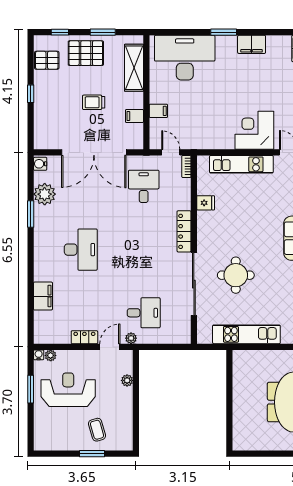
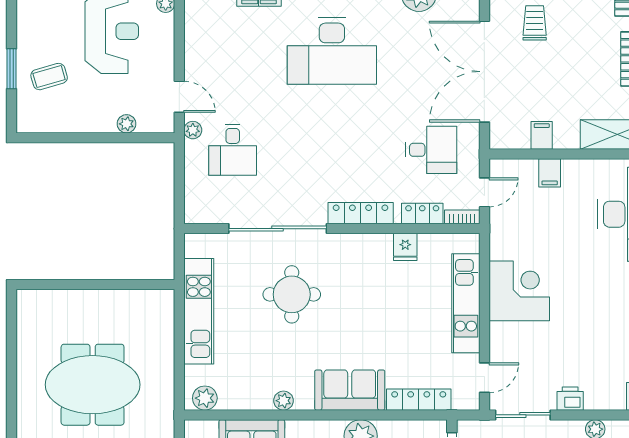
trolley: (94, 102) -> (535, 23), moved
corner desk: (254, 130) -> (519, 291), moved
desk: (81, 250) -> (332, 51), width x1.36, depth x1.30
locker: (84, 337) -> (422, 213), moved, turned -90

